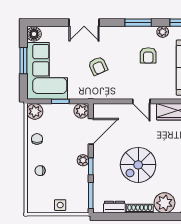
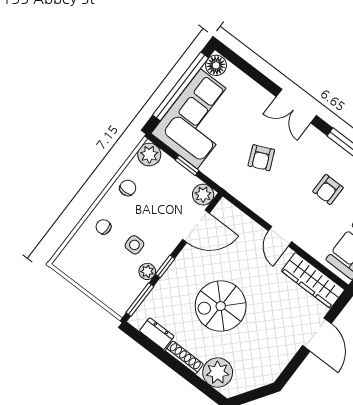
double door: (84, 23) -> (296, 106), moved
window: (23, 61) -> (181, 86), width x2.11
plant: (83, 160) -> (147, 271), moved
side table: (60, 205) -> (134, 245), moved

